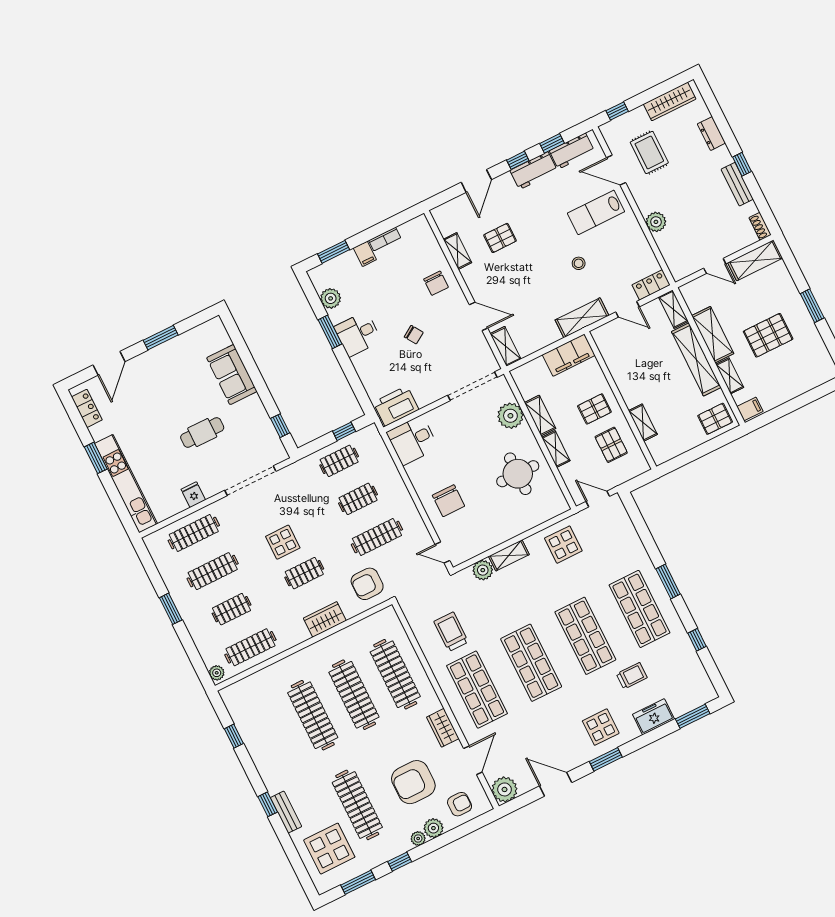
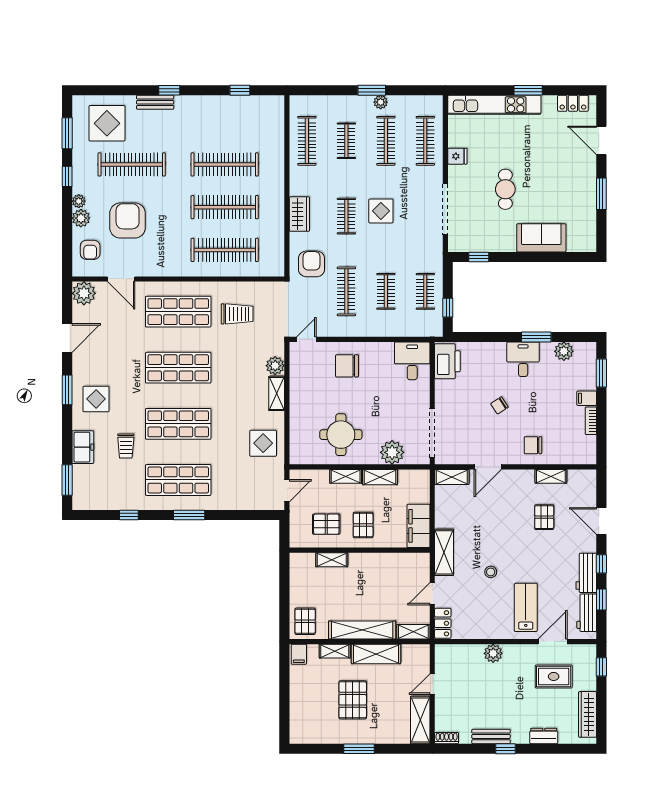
plant: (217, 673) -> (381, 102), moved
wardrobe: (443, 728) -> (161, 267), removed

